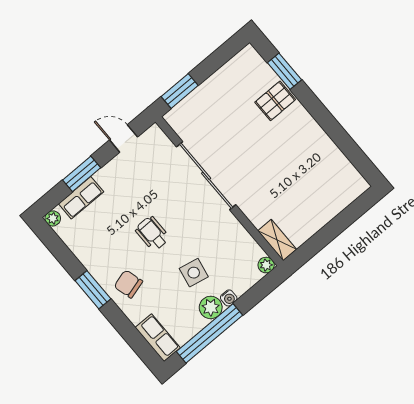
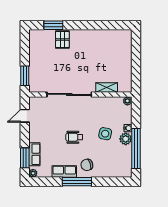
window: (82, 174) -> (25, 158), moved
shelving: (277, 240) -> (107, 88), moved
window: (93, 290) -> (77, 182), width x1.44
row of seats: (158, 338) -> (64, 172), moved

